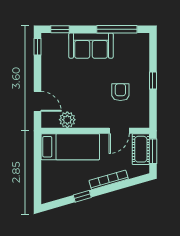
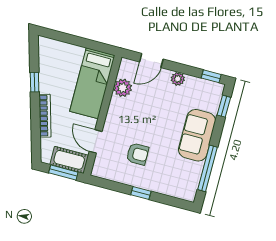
plant: (47, 75) -> (178, 79), added

